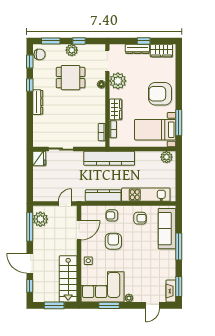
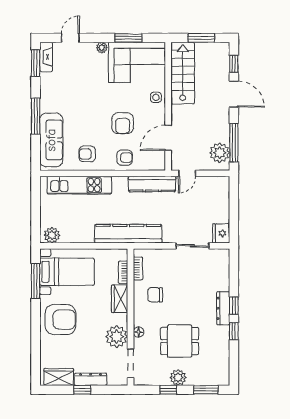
chair: (40, 54) -> (155, 295), moved
window: (30, 62) -> (234, 306), moved
kitchen counter: (103, 196) -> (152, 184), moved

